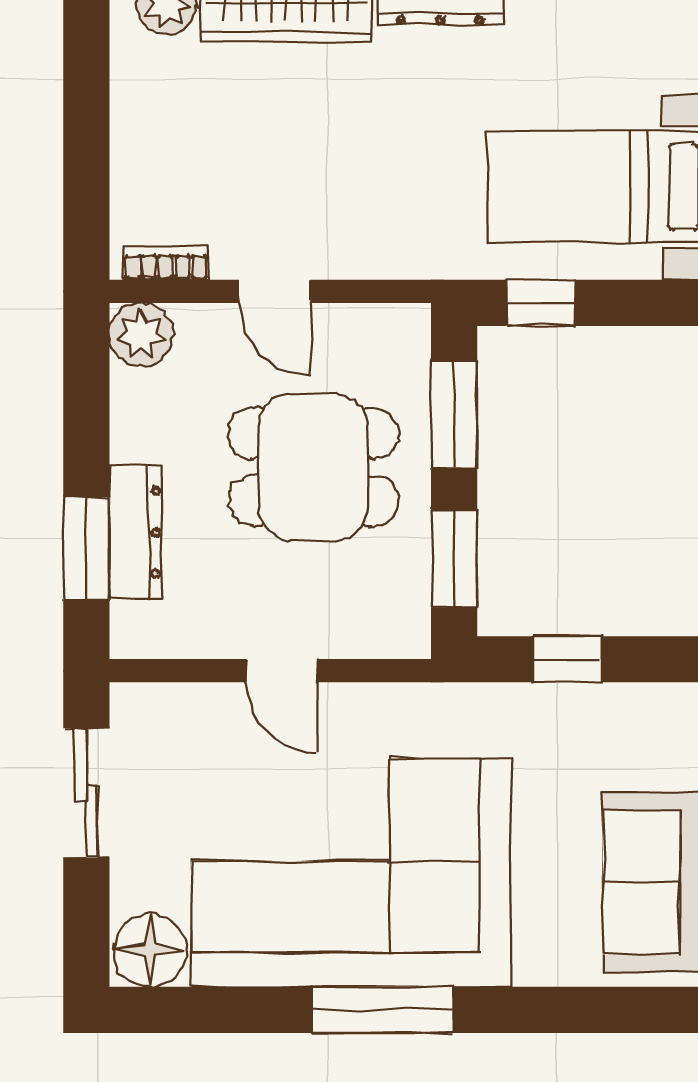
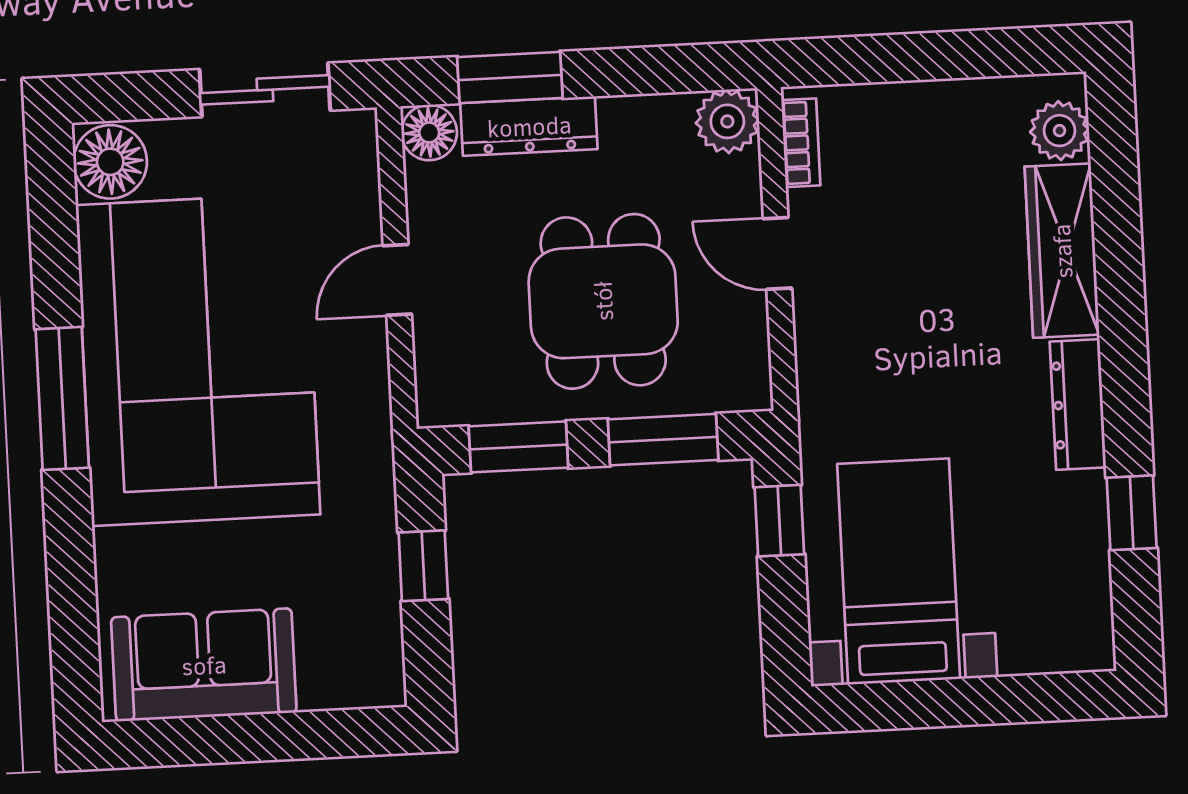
door: (275, 291) -> (777, 253), hinge flipped
floor lamp: (137, 632) -> (429, 132), added

